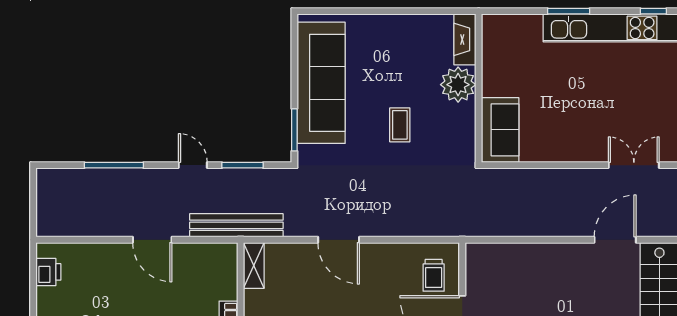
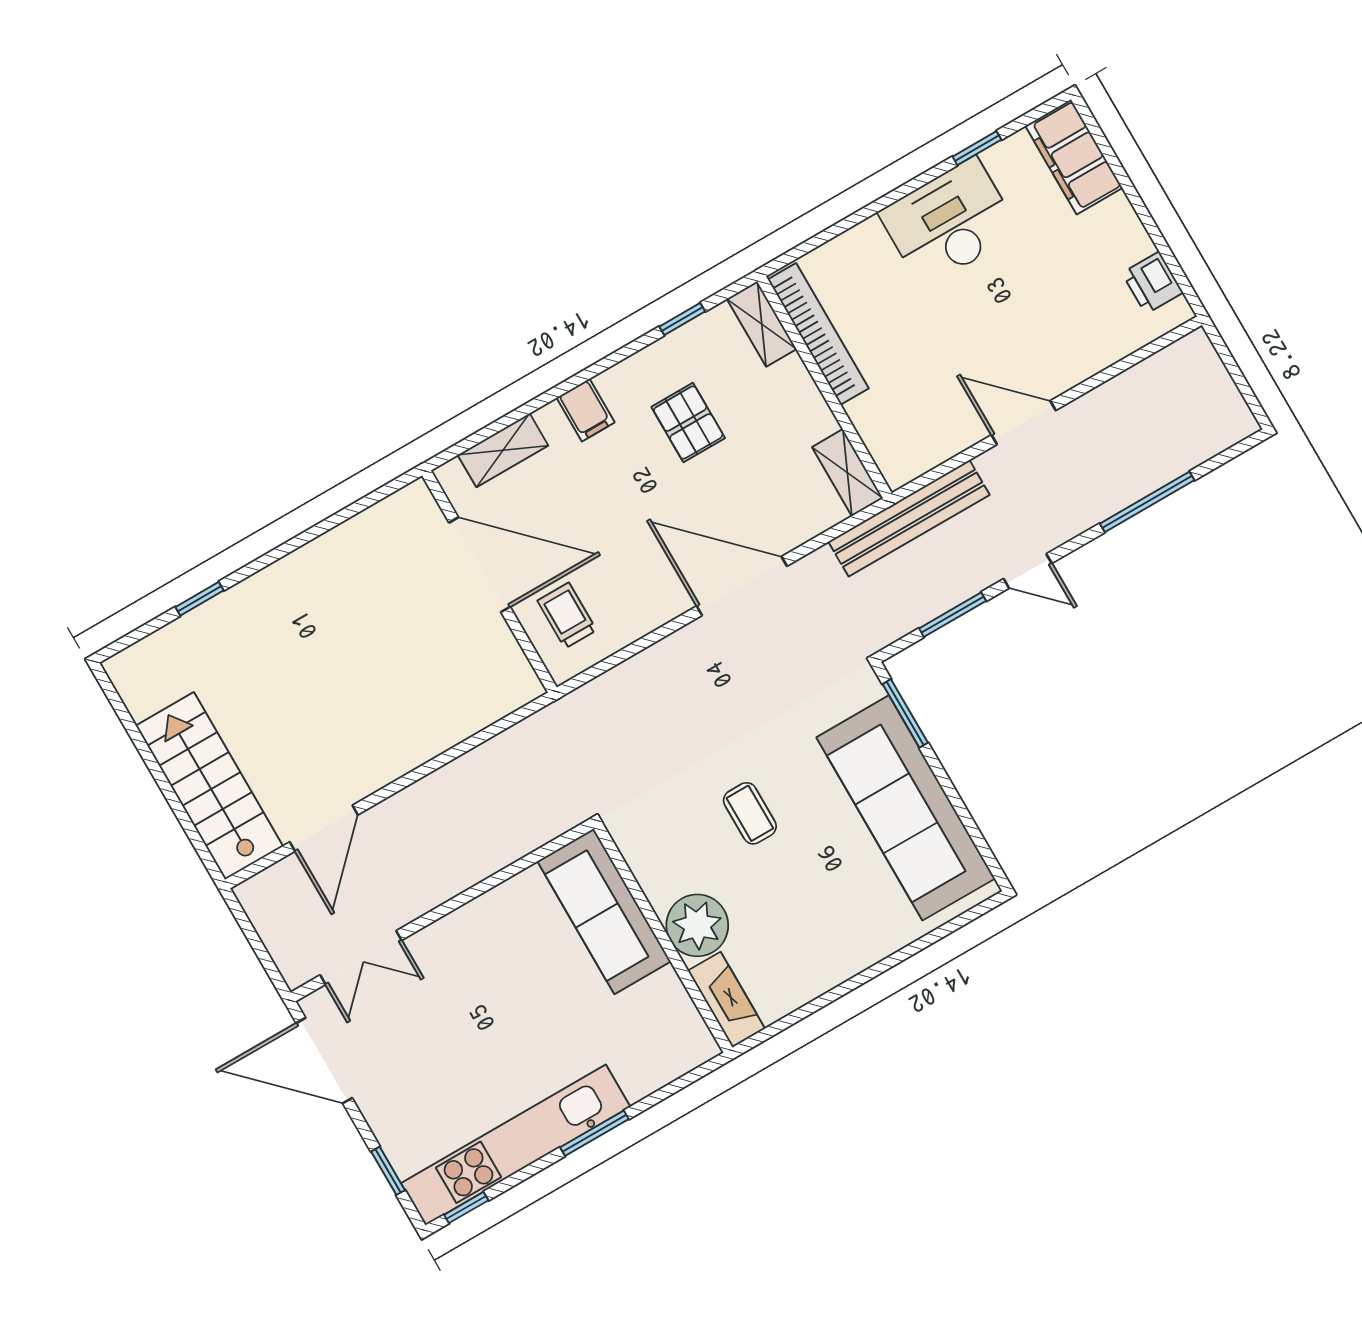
sofa: (500, 130) -> (604, 911), width x1.36
door: (339, 240) -> (742, 586), width x1.36

